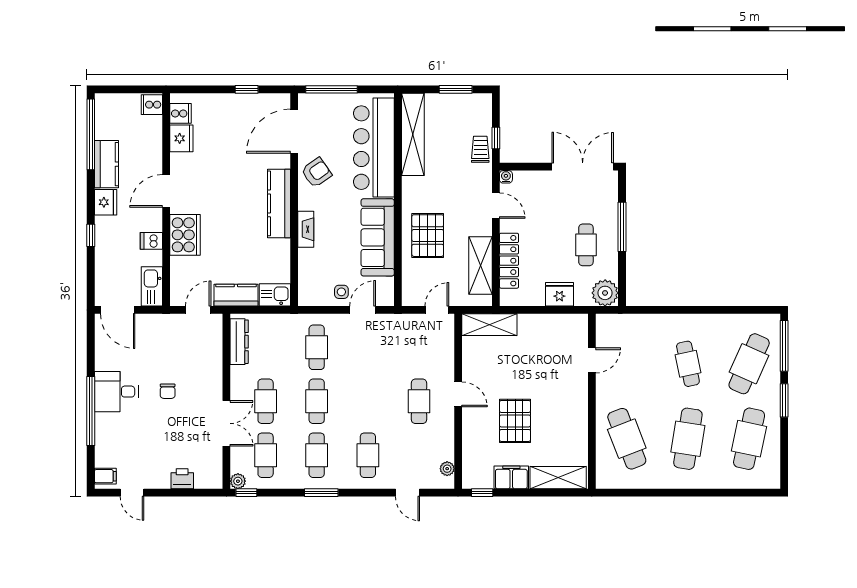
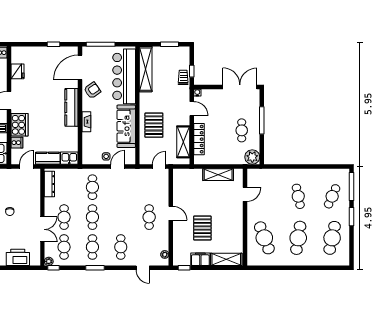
cooker: (180, 113) -> (17, 143), moved
fridge: (559, 294) -> (227, 158), removed
shelving: (489, 325) -> (218, 175), moved
cafe table: (749, 364) -> (332, 196), width x0.73, depth x0.74
printer: (182, 479) -> (18, 257), width x1.87, depth x1.48

